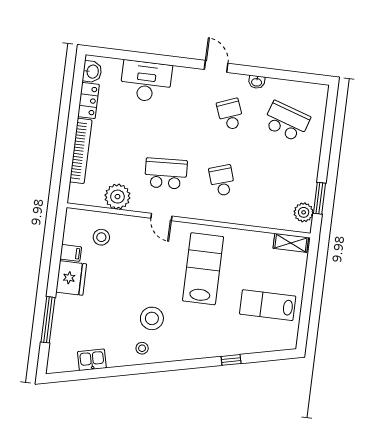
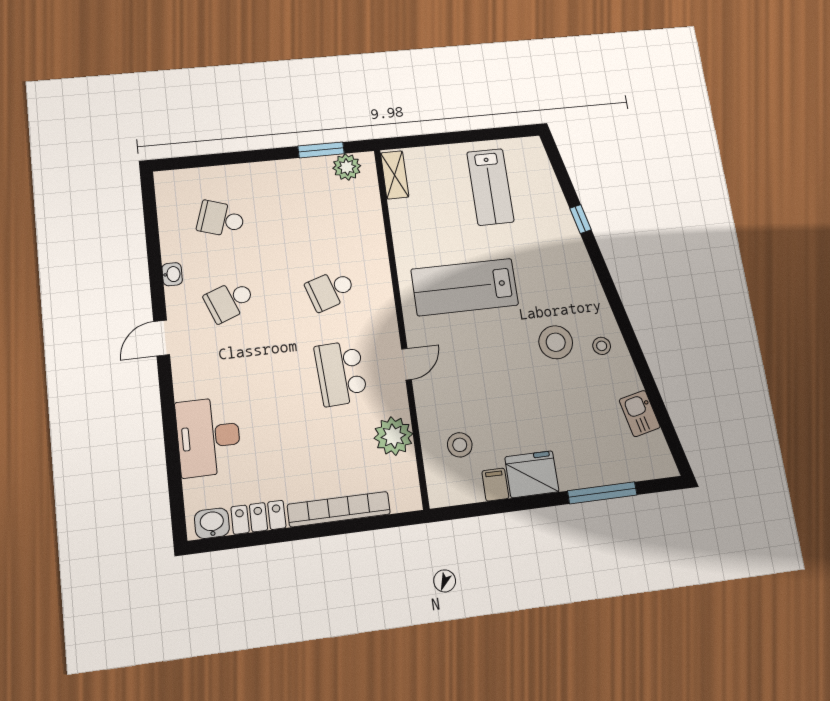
school desk: (287, 121) -> (221, 219), width x0.54

